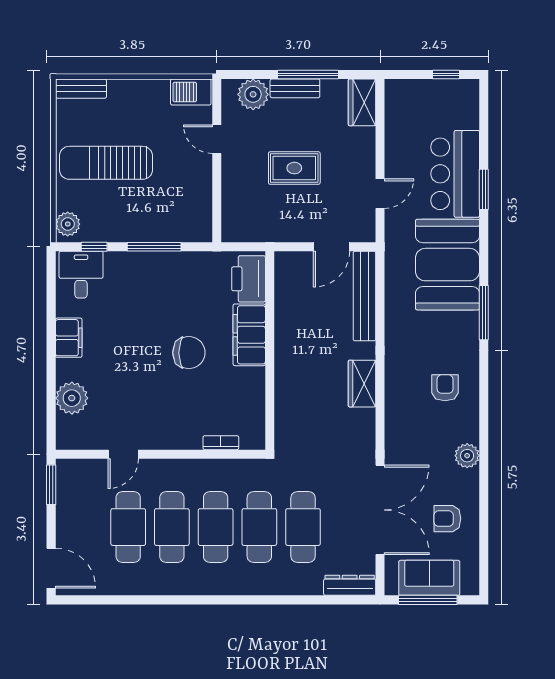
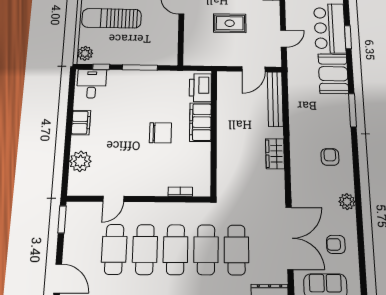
booth: (447, 265) -> (333, 74), width x0.73, depth x0.70

